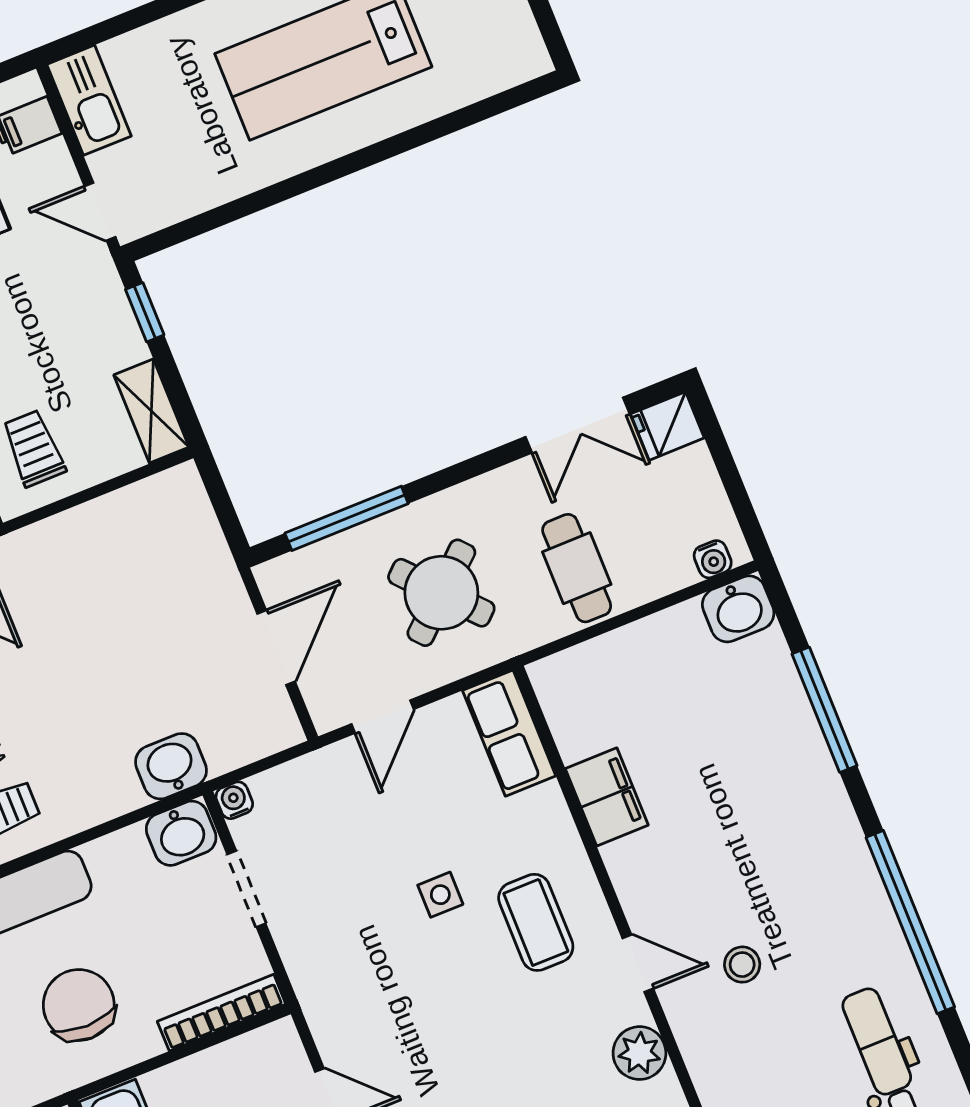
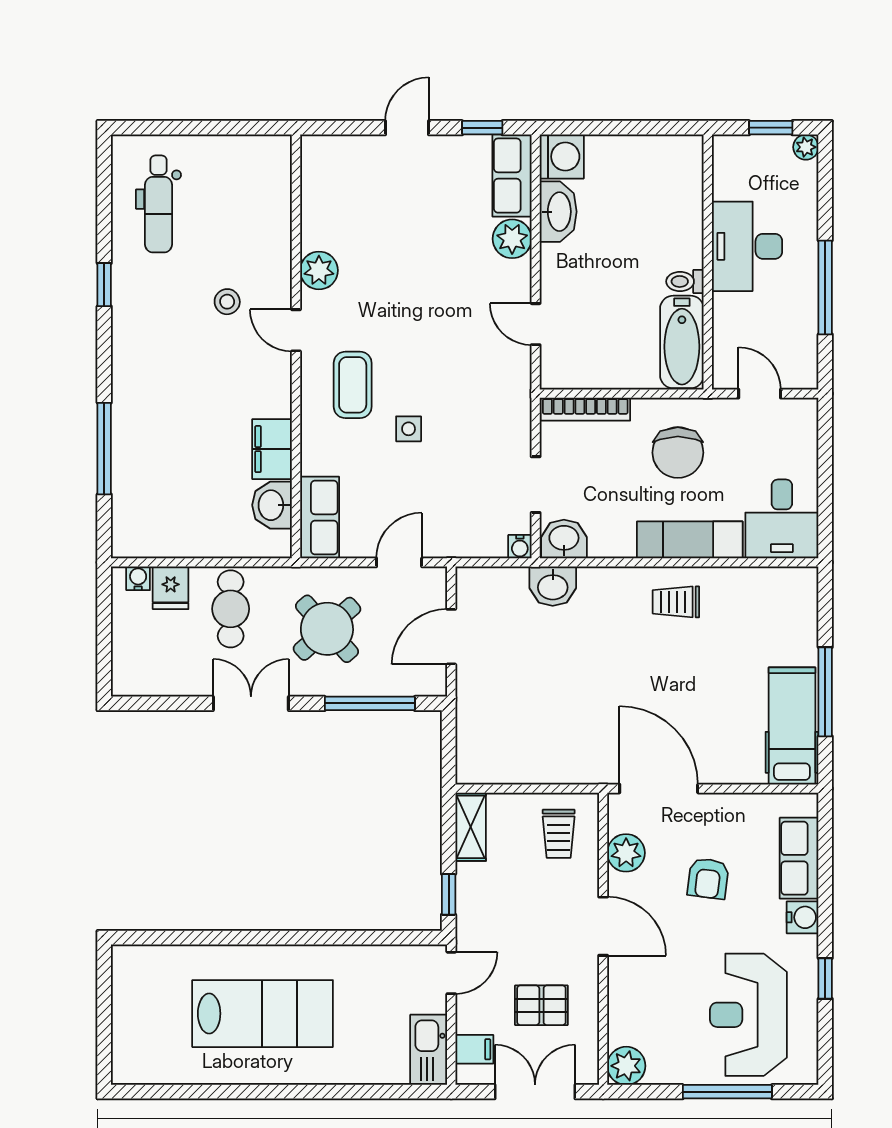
door: (100, 212) -> (451, 973), hinge flipped
double door: (577, 425) -> (251, 703), moved
fridge: (667, 426) -> (171, 588), moved, turned 90
washbasin: (738, 609) -> (272, 505), moved, turned -90
window: (910, 922) -> (104, 285), width x0.32

